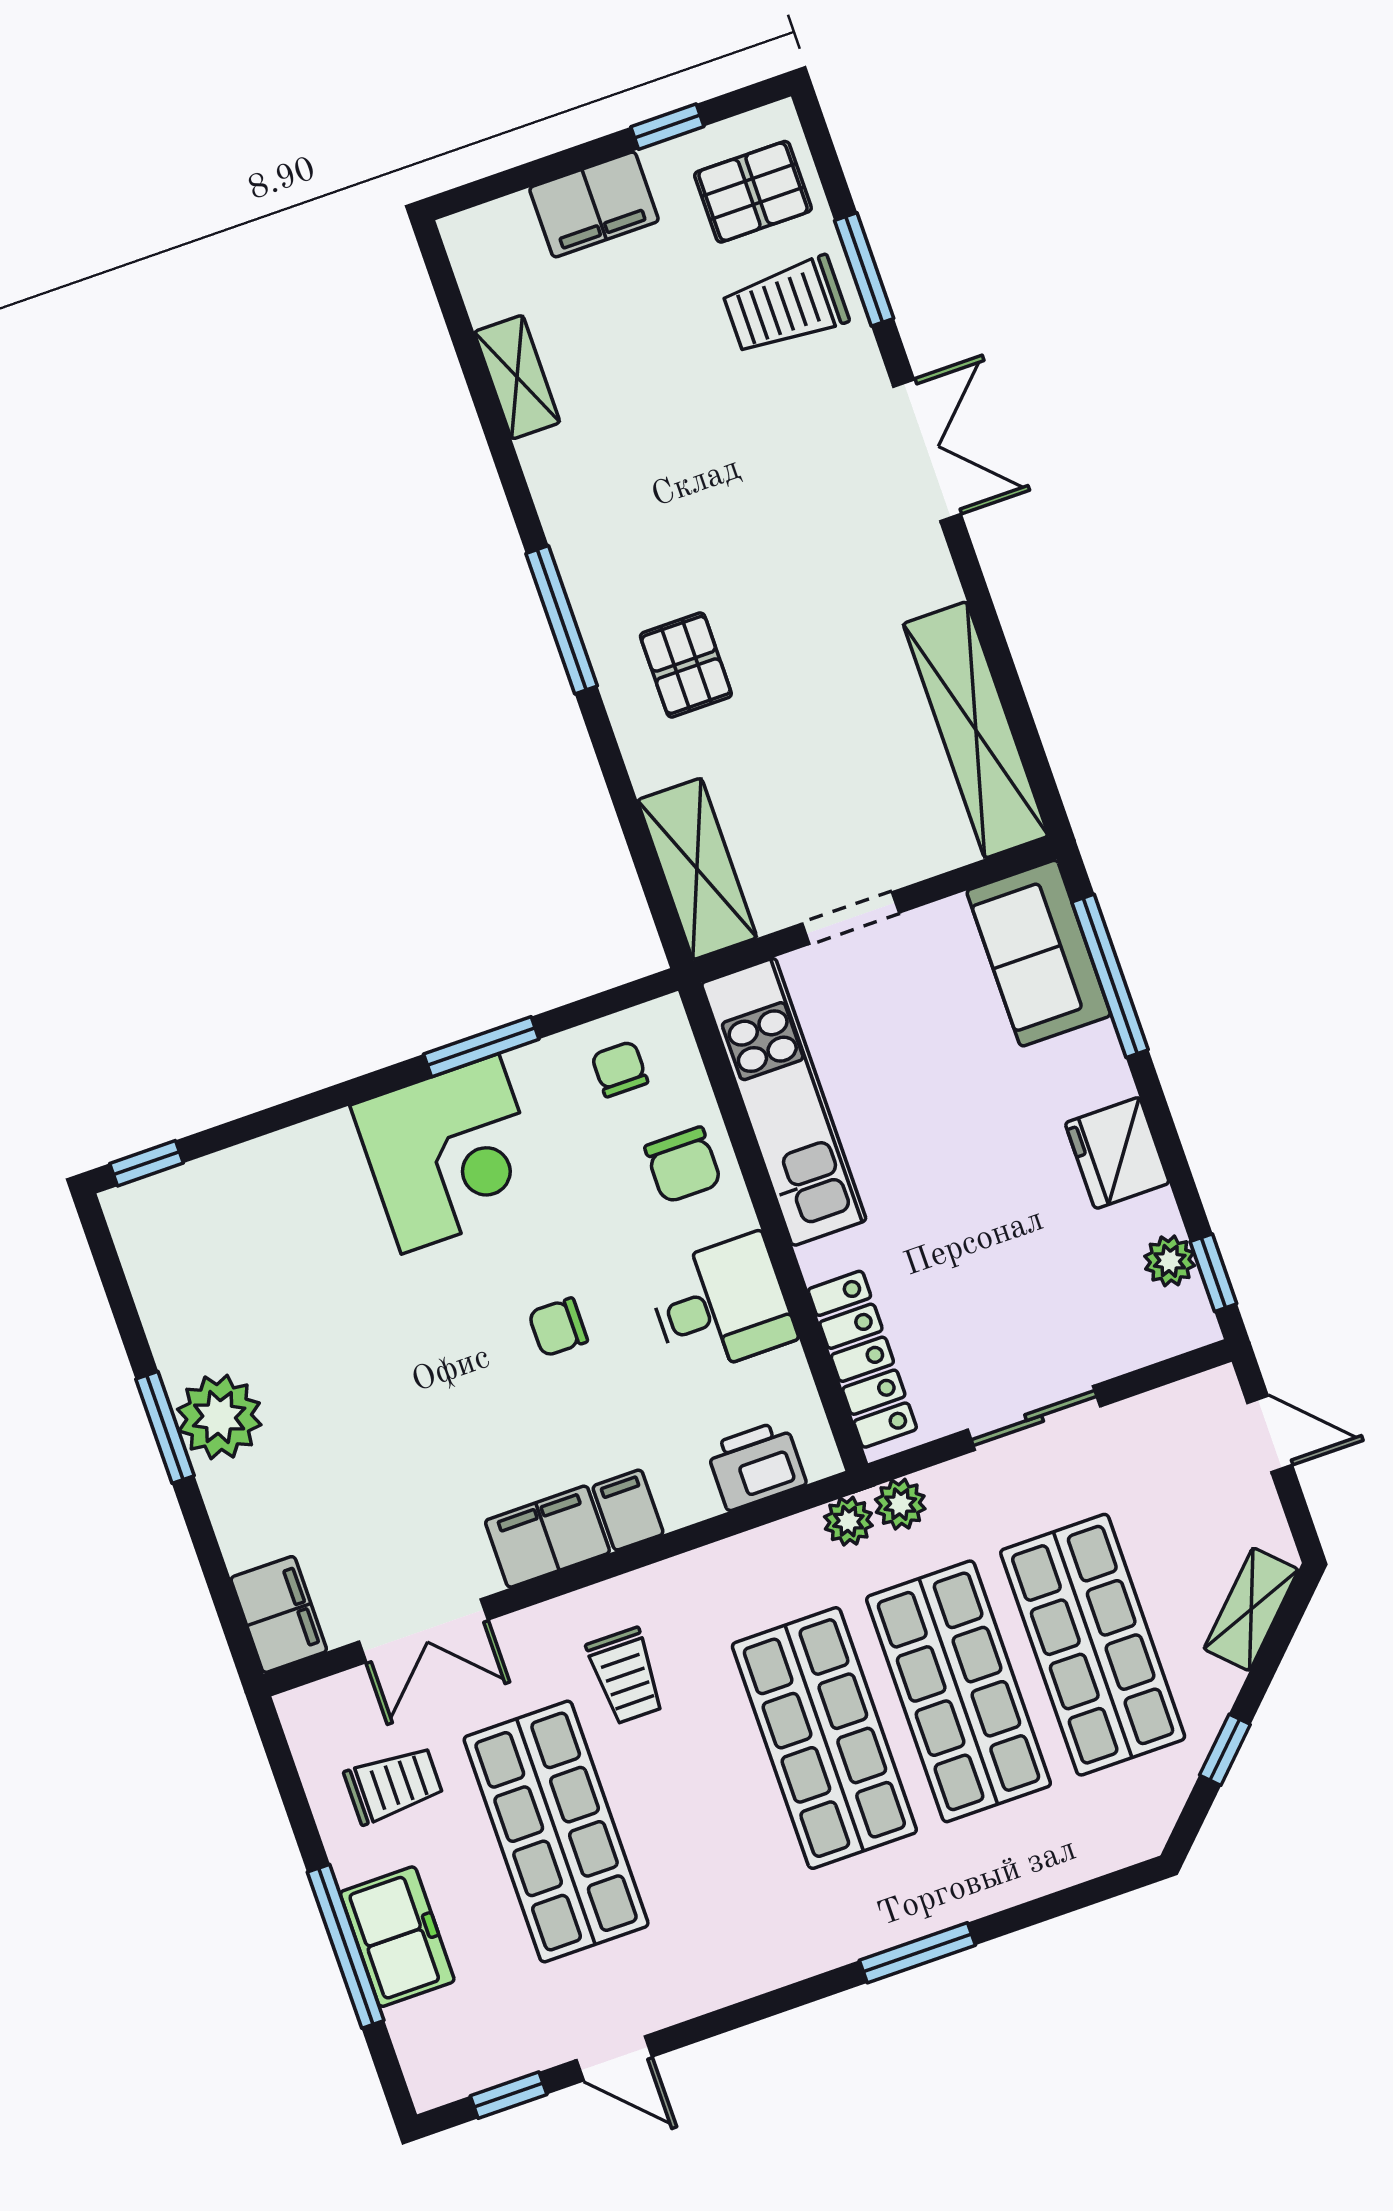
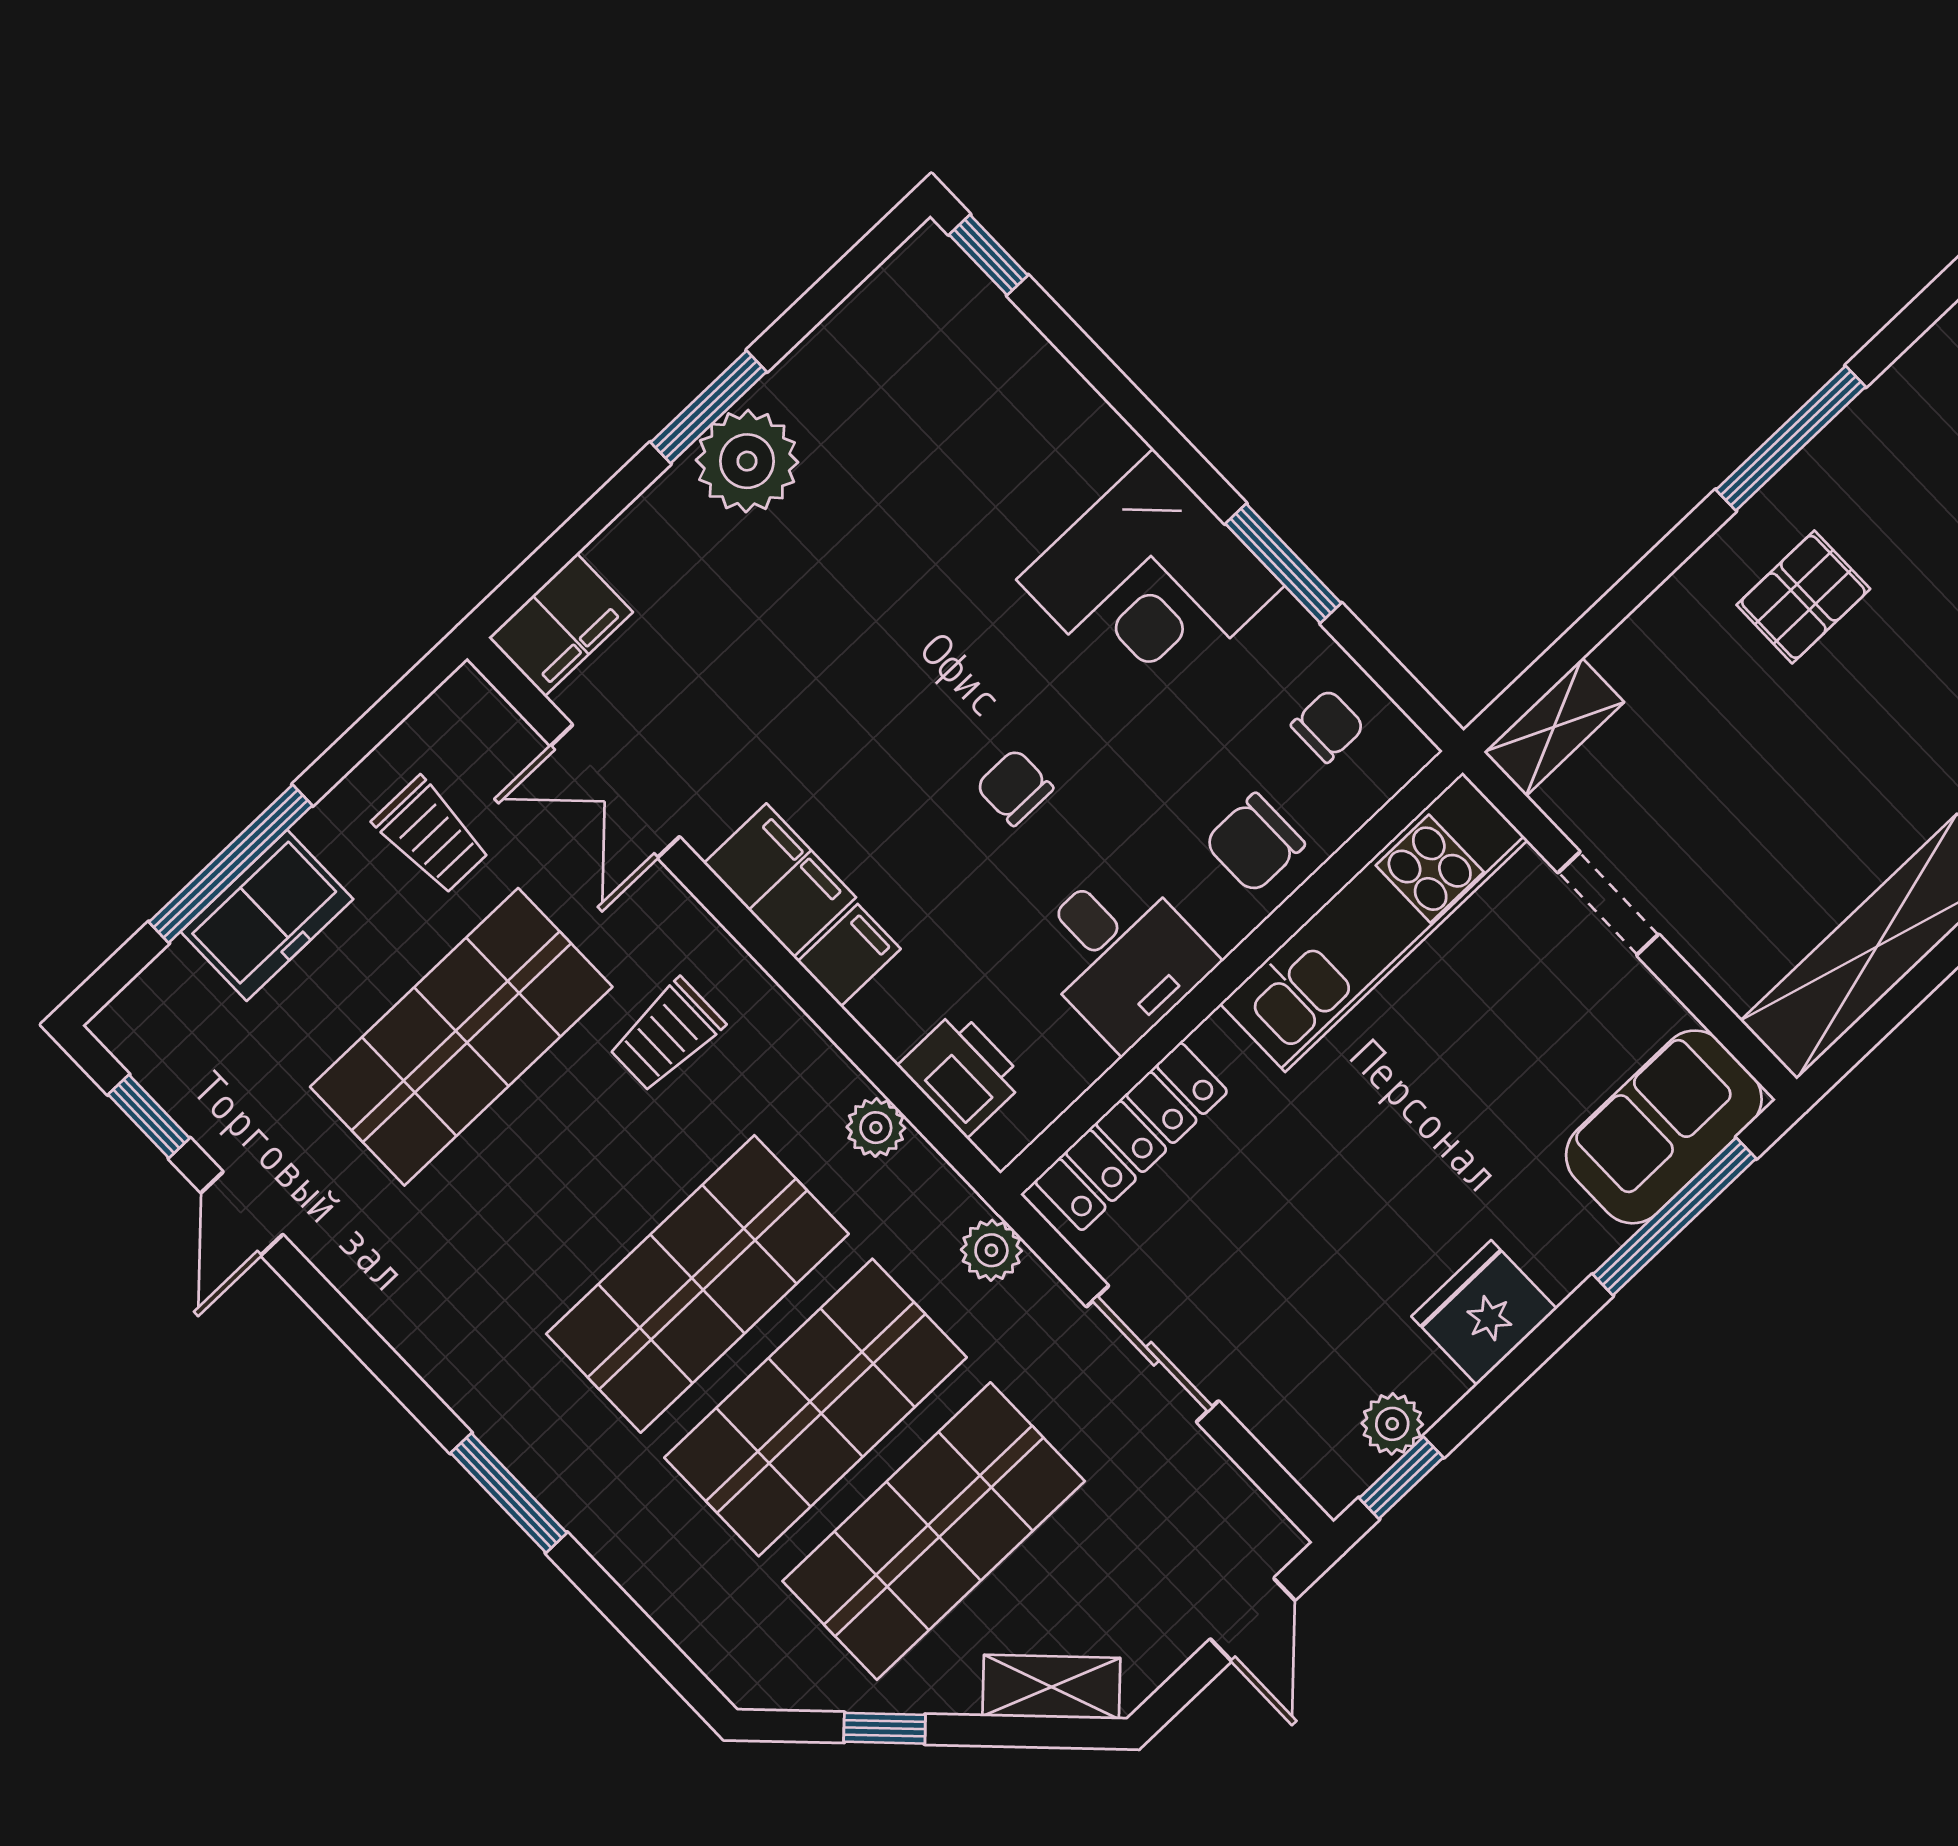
shelving: (697, 869) -> (1554, 727), width x0.67, depth x0.75
plant: (848, 1521) -> (876, 1128), moved

